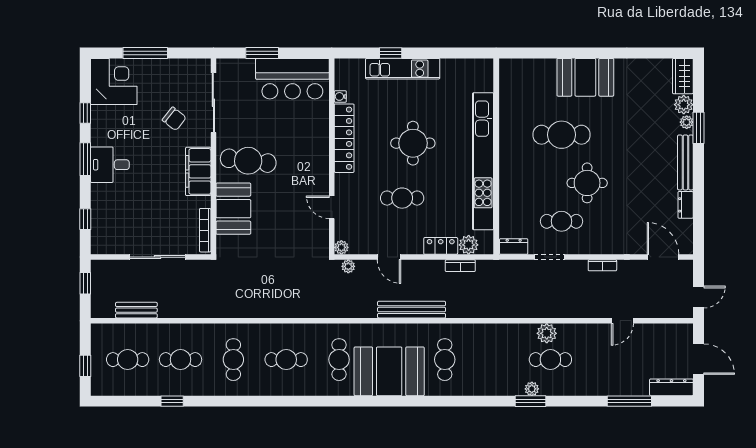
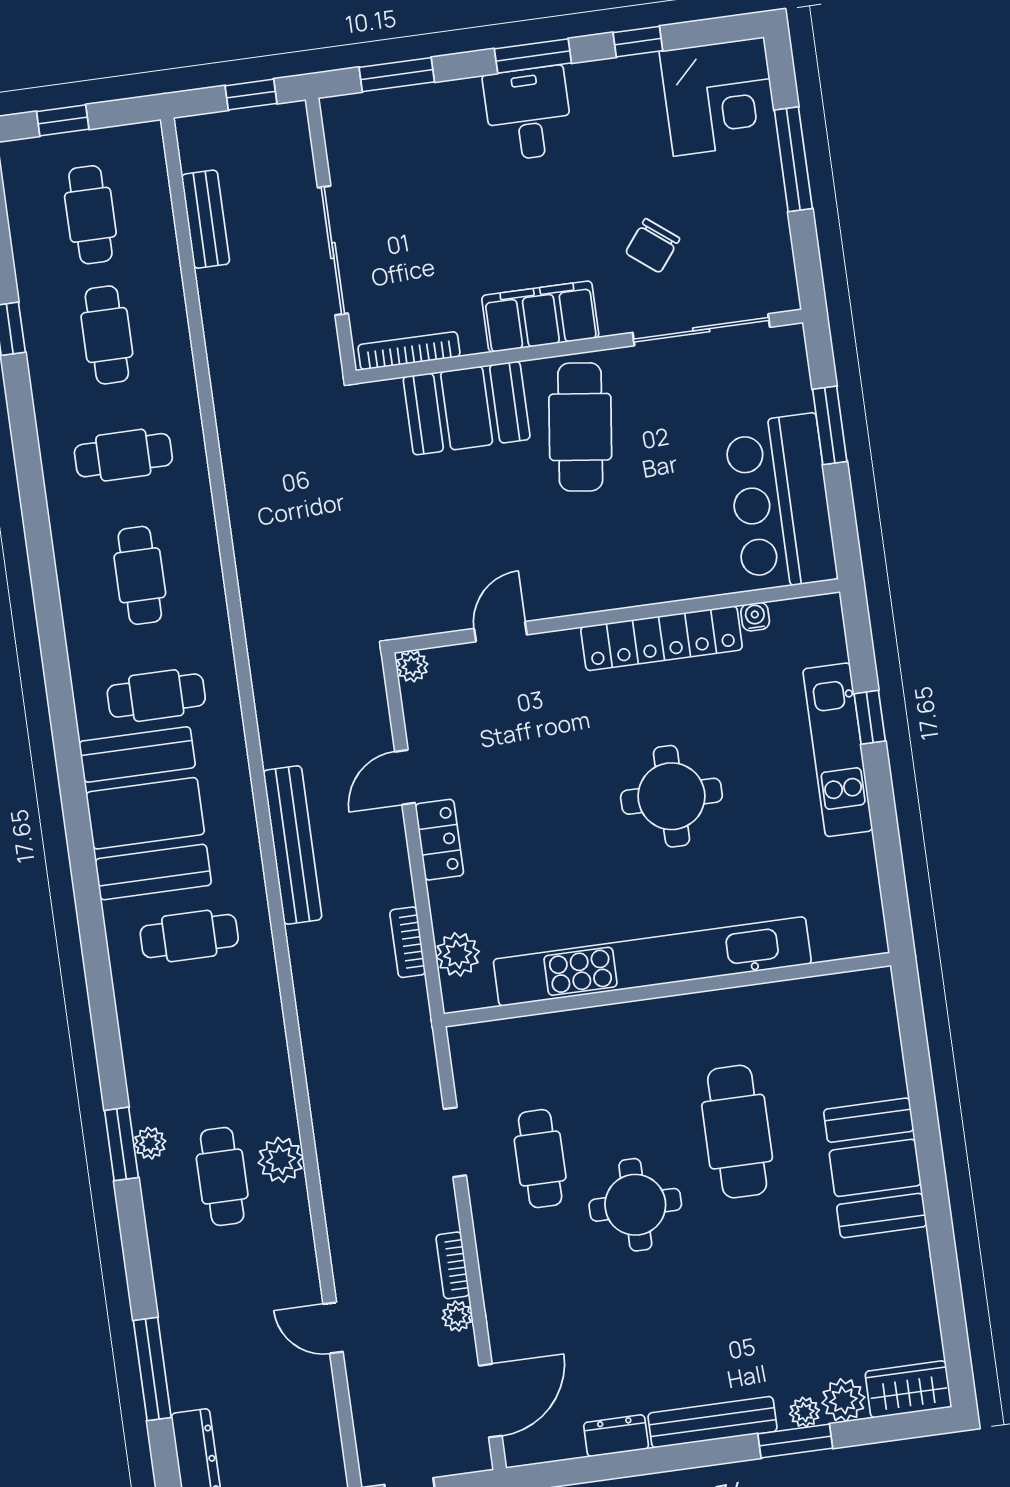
cafe table: (402, 198) -> (543, 789), removed
window: (85, 219) -> (397, 75), width x1.50
locker: (441, 246) -> (439, 840), moved
dresser: (514, 247) -> (468, 1058), removed
plant: (348, 266) -> (457, 1316), moved

